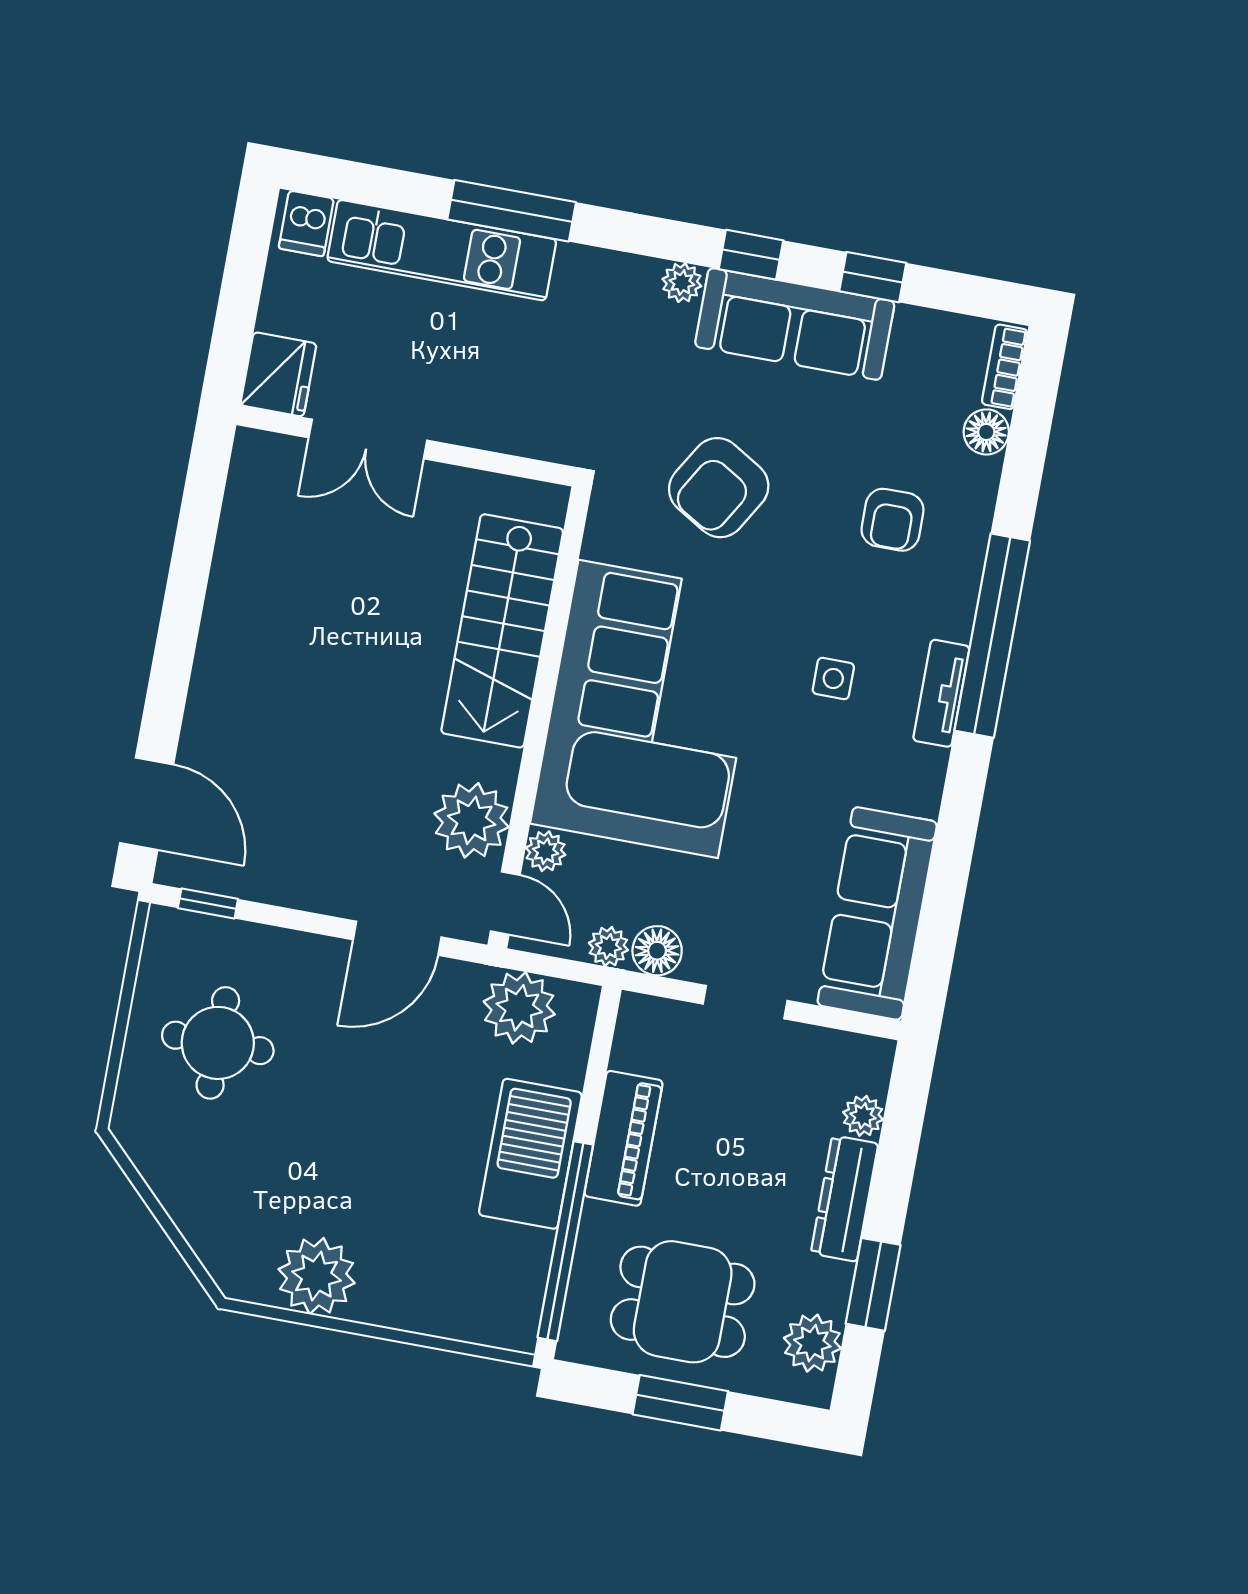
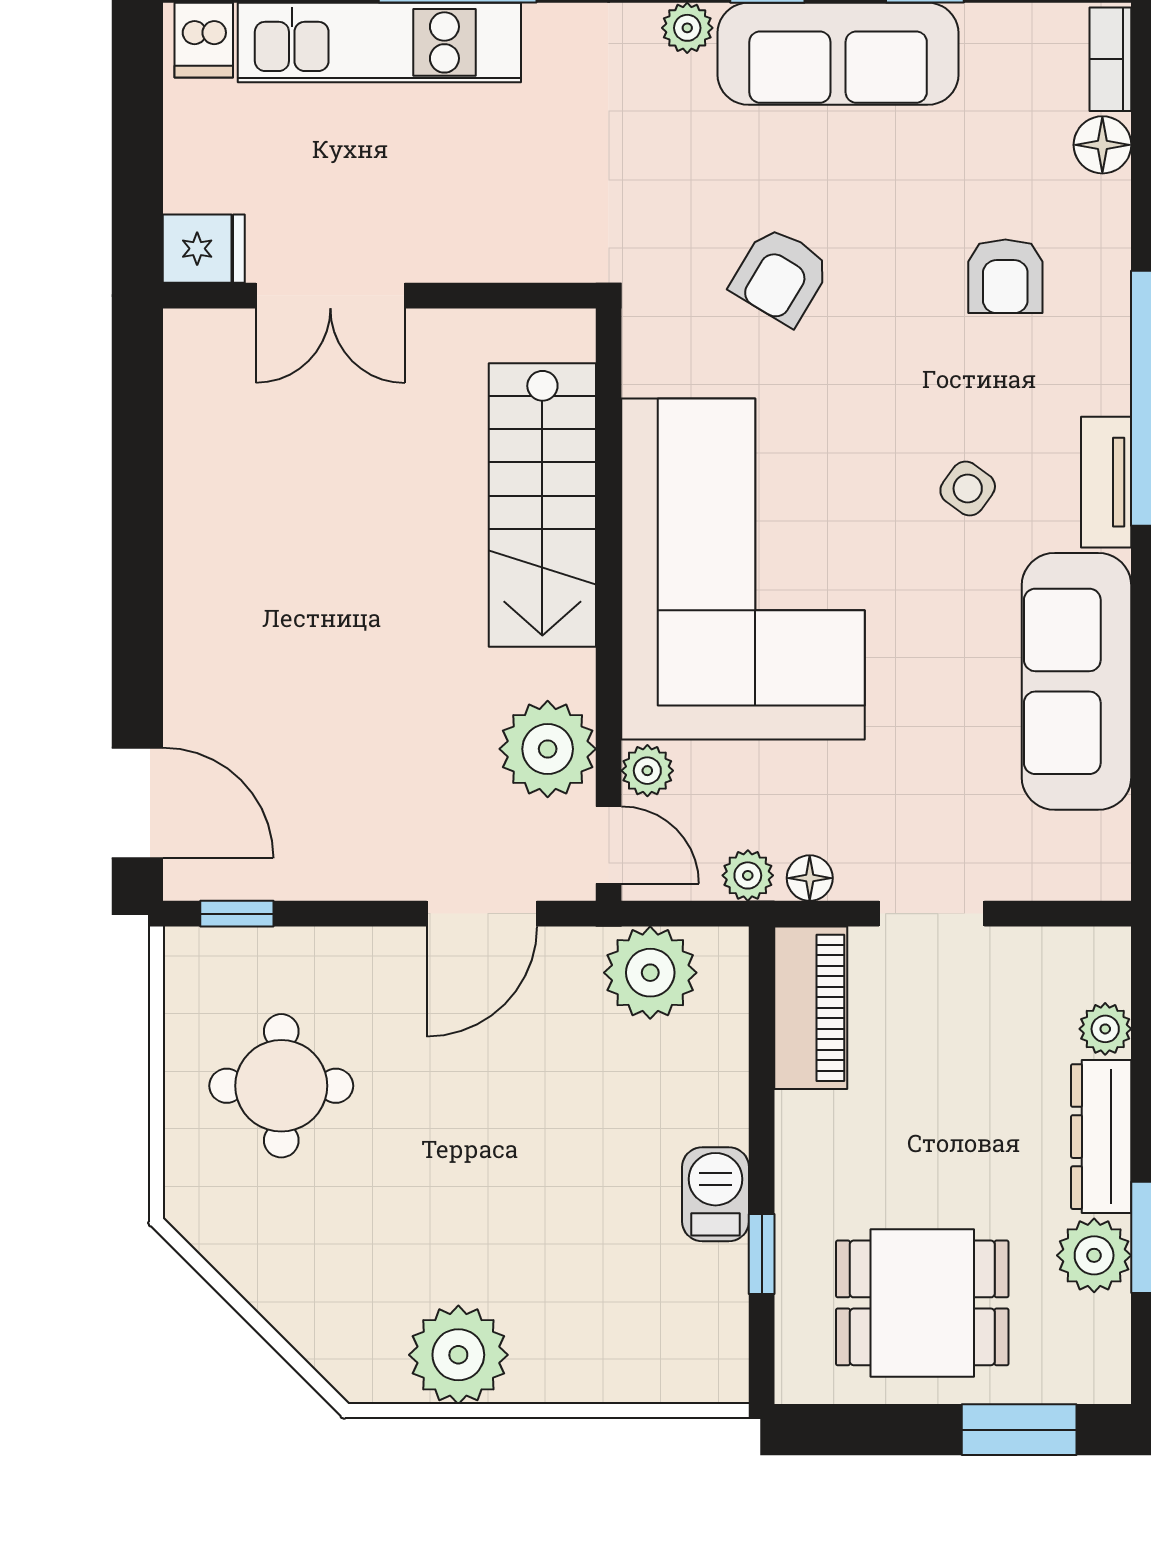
fridge: (278, 374) -> (204, 249), width x0.72
armchair: (719, 488) -> (780, 276), width x0.72, depth x0.72
side table: (833, 678) -> (968, 488), turned 36
sofa: (877, 913) -> (1076, 681), moved
floor lamp: (657, 951) -> (810, 878), width x0.73, depth x0.73
piano: (624, 1138) -> (811, 1008), moved
barbecue: (530, 1154) -> (715, 1194), width x0.53, depth x0.65
window: (565, 1241) -> (762, 1254), width x0.32
plant: (812, 1343) -> (1094, 1255), moved
window: (680, 1403) -> (1019, 1430), moved

